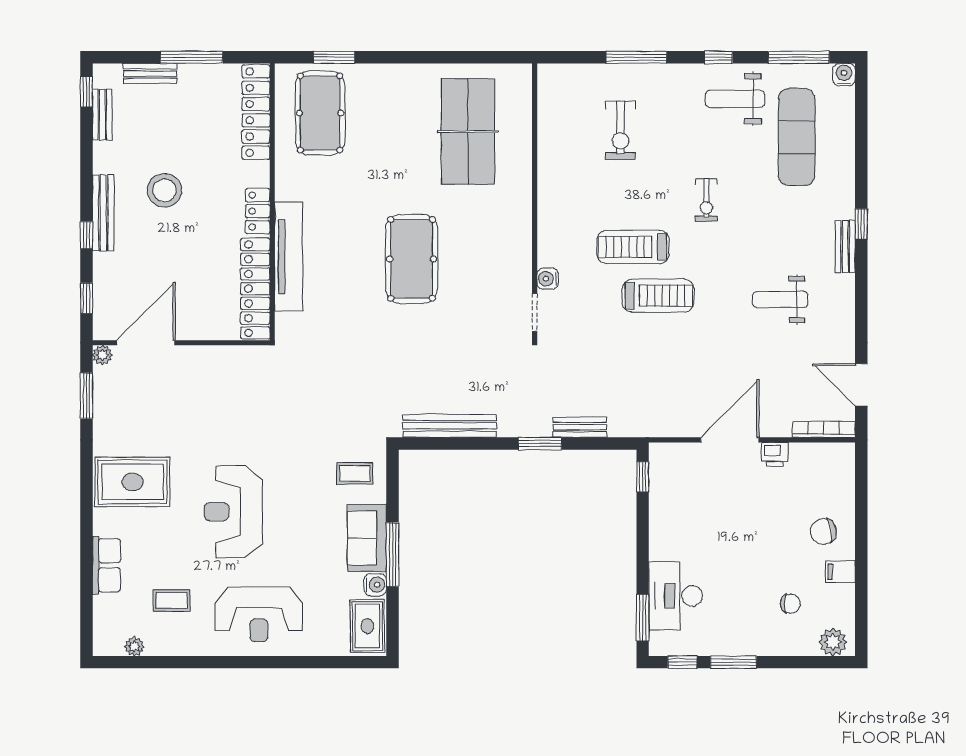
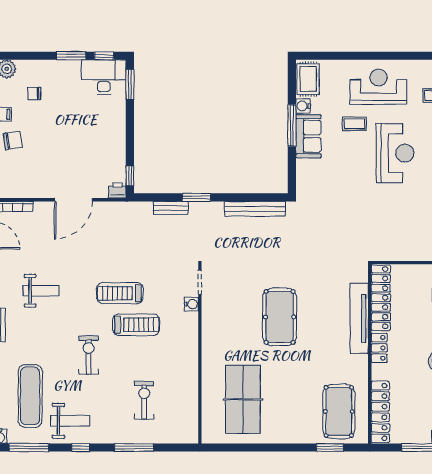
exercise bike: (706, 200) -> (89, 355), width x1.38, depth x1.39
printer: (775, 454) -> (117, 190), moved
coffee table: (355, 473) -> (354, 124), moved
desk: (676, 596) -> (104, 77), moved, turned -90

